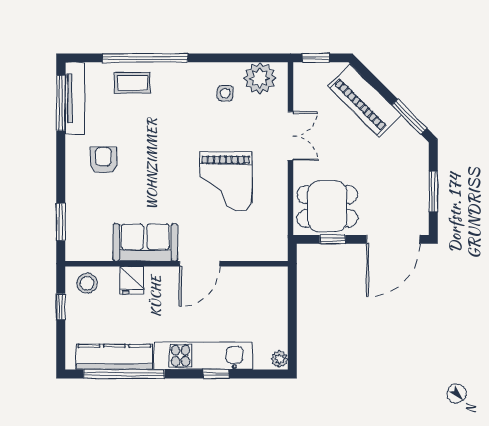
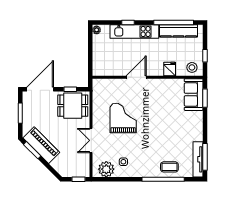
piano: (364, 100) -> (41, 145), moved
armchair: (104, 160) -> (184, 129), removed
sofa: (145, 242) -> (194, 95), moved, turned 90

